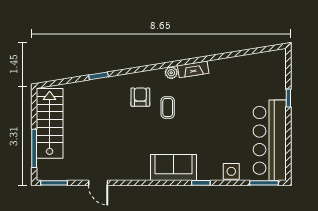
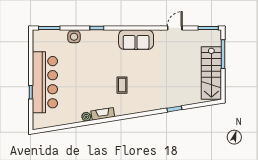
plant: (171, 73) -> (86, 117), moved
armchair: (140, 97) -> (143, 93), removed
bar counter: (270, 140) -> (45, 82), moved
sofa: (174, 168) -> (136, 40), moved
door: (98, 183) -> (175, 28), hinge flipped

